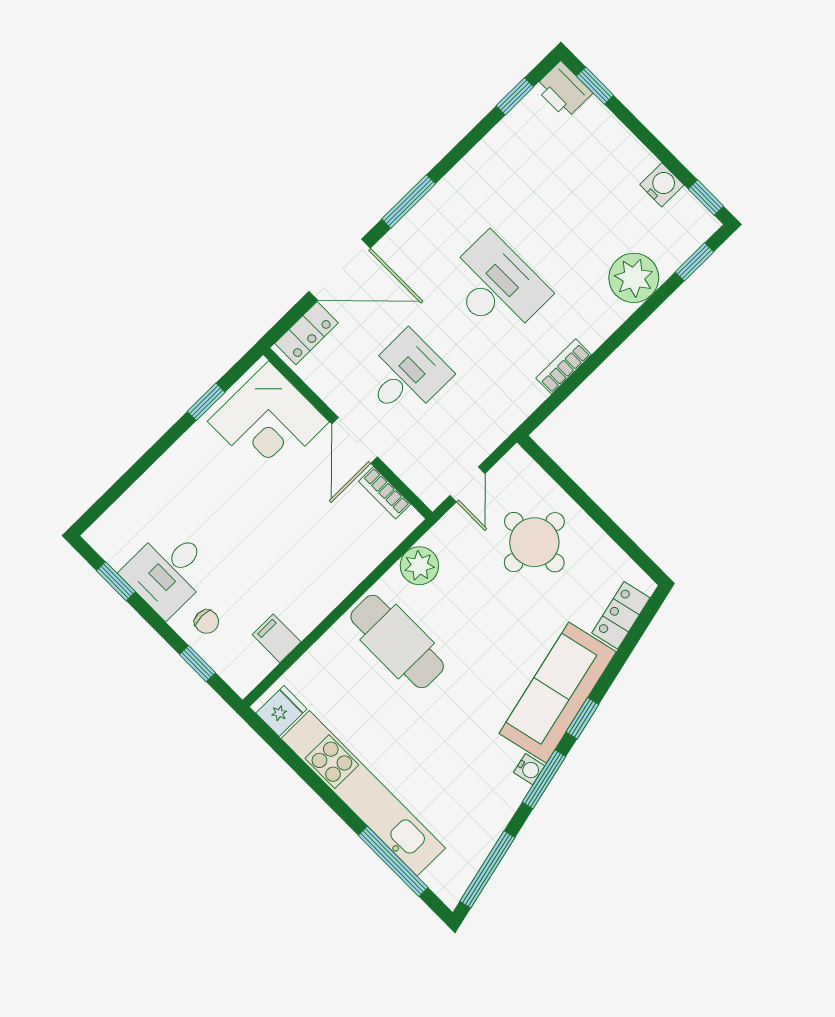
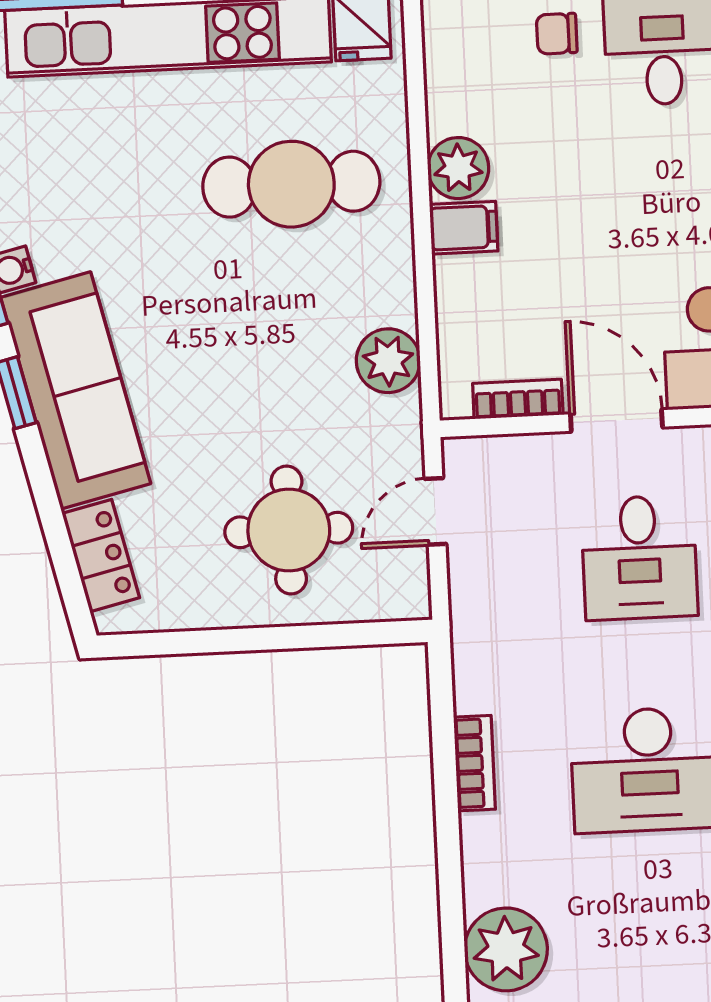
door: (467, 484) -> (436, 511), hinge flipped
plant: (306, 612) -> (458, 168), added
filing cabinet: (277, 638) -> (464, 228), moved
cafe table: (397, 642) -> (291, 184), moved

